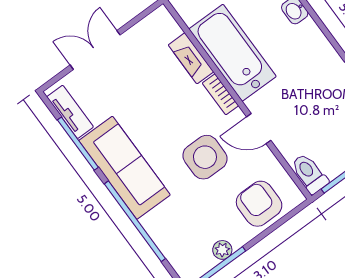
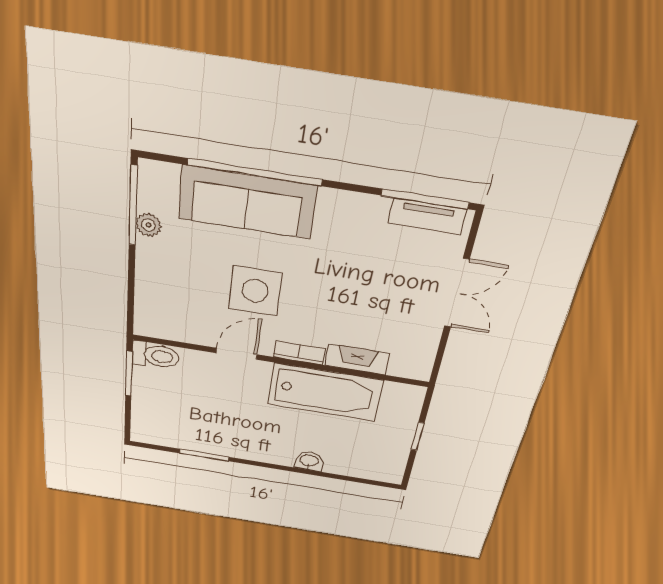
window: (78, 144) -> (425, 199), moved
sofa: (125, 168) -> (247, 202), moved
armchair: (259, 204) -> (165, 295), removed

